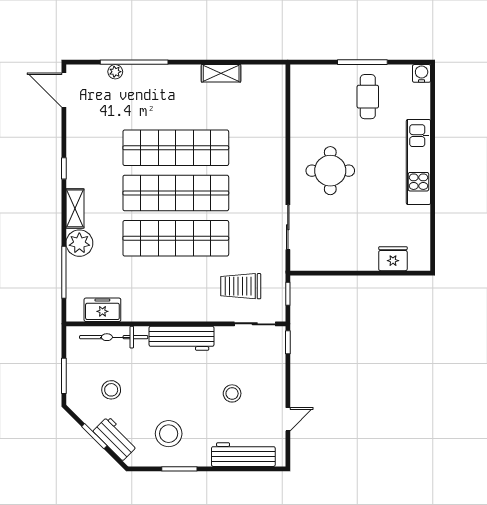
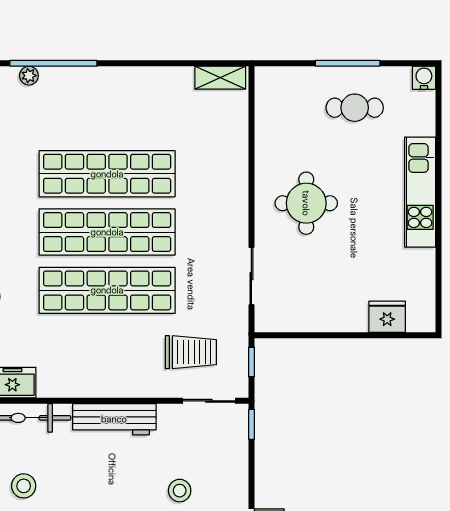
shelving: (221, 73) -> (220, 78), moved
cafe table: (368, 97) -> (355, 108), turned 90
trolley: (241, 286) -> (191, 352), turned 180

